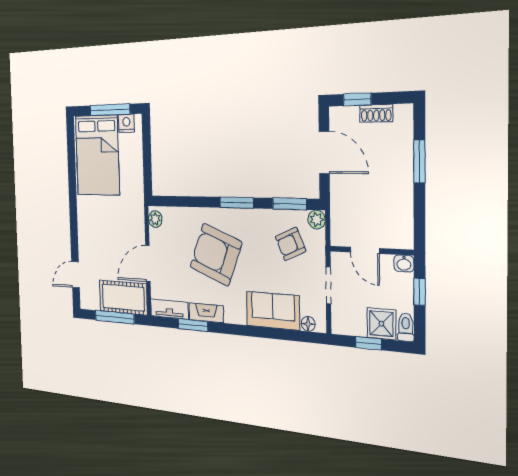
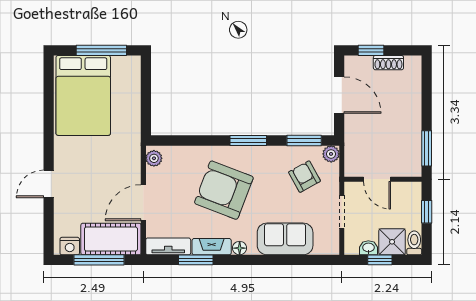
nightstand: (126, 123) -> (70, 246), moved, turned 180
window: (419, 161) -> (427, 148), moved
armchair: (291, 244) -> (304, 177), turned 85
washbasin: (404, 263) -> (368, 248), moved, turned 180
door: (76, 275) -> (49, 184), moved
floor lamp: (308, 324) -> (240, 248), moved

